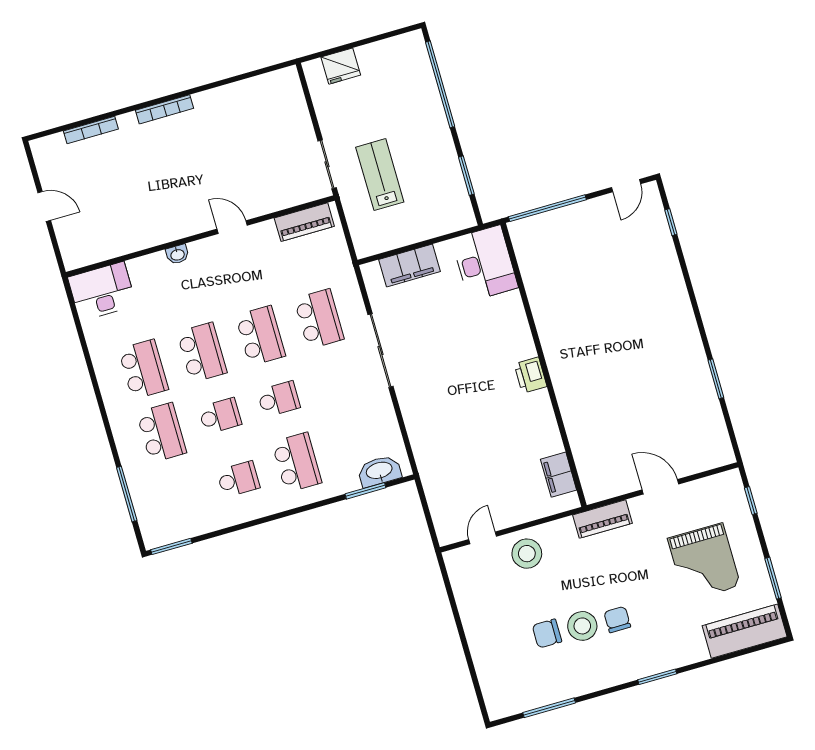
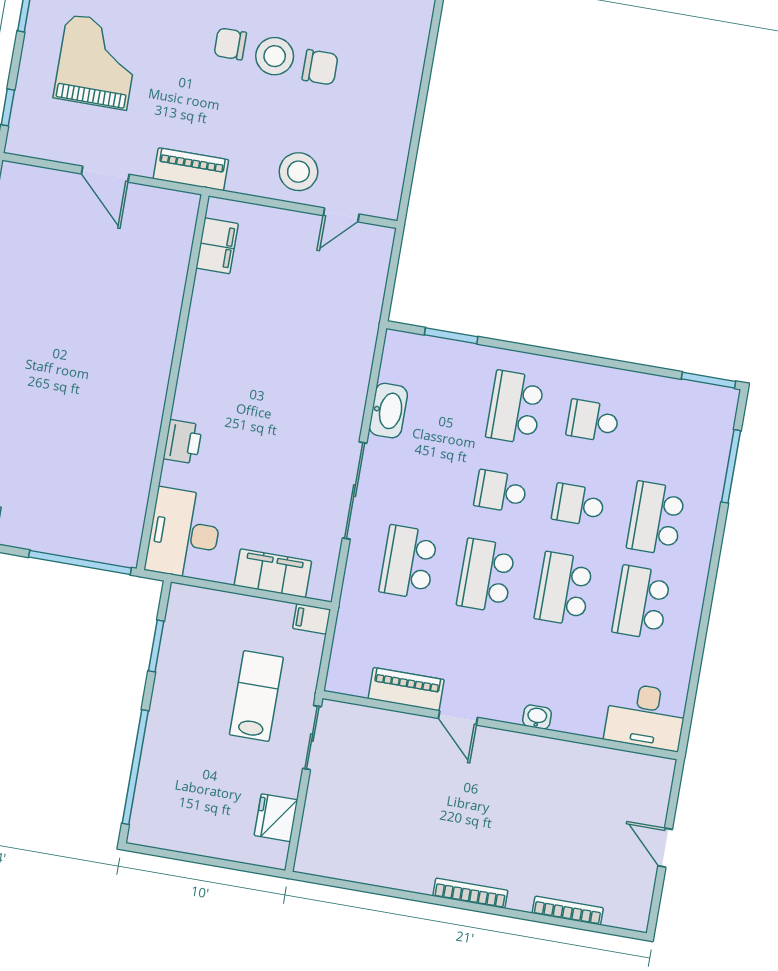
fridge: (341, 66) -> (276, 818), moved, turned -90
lab bench: (380, 175) -> (256, 696), turned 180
piano: (304, 222) -> (406, 689), moved
filing cabinet: (367, 247) -> (312, 619), added
printer: (530, 375) -> (183, 442), moved
washbasin: (379, 471) -> (388, 411), moved, turned -90
chair: (617, 620) -> (230, 44), turned 90

